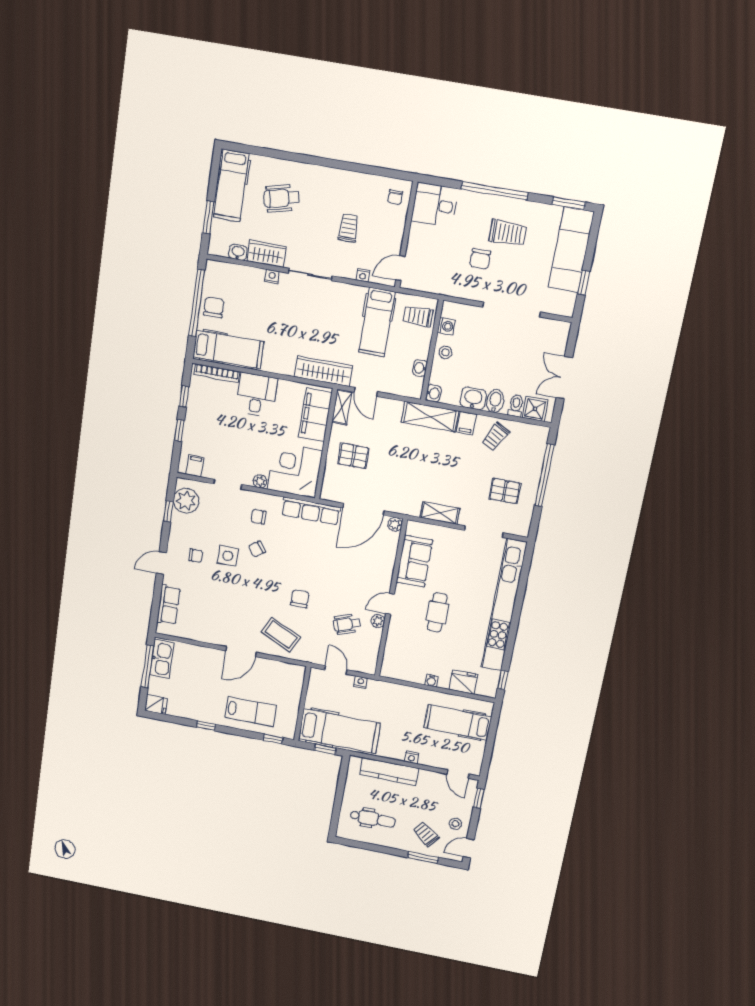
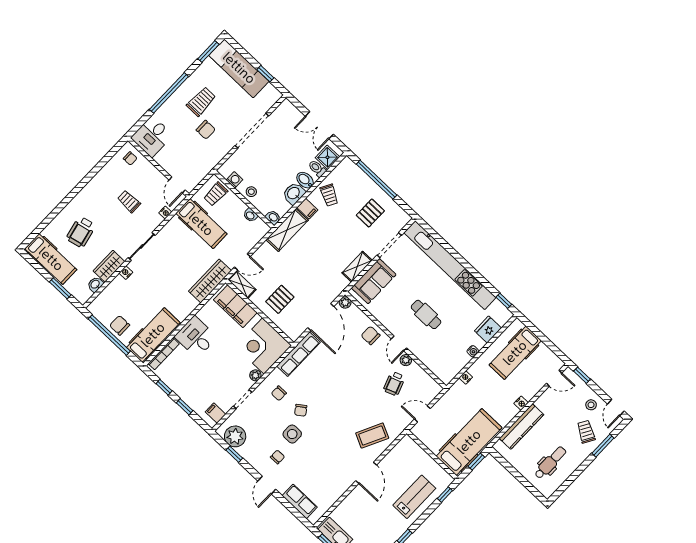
sofa: (414, 561) -> (374, 281), moved, turned 90
chair: (300, 599) -> (371, 335), moved
nightstand: (361, 682) -> (466, 378), moved
trolley: (426, 834) -> (586, 432), turned 82

